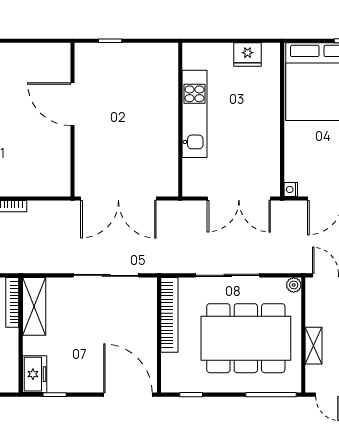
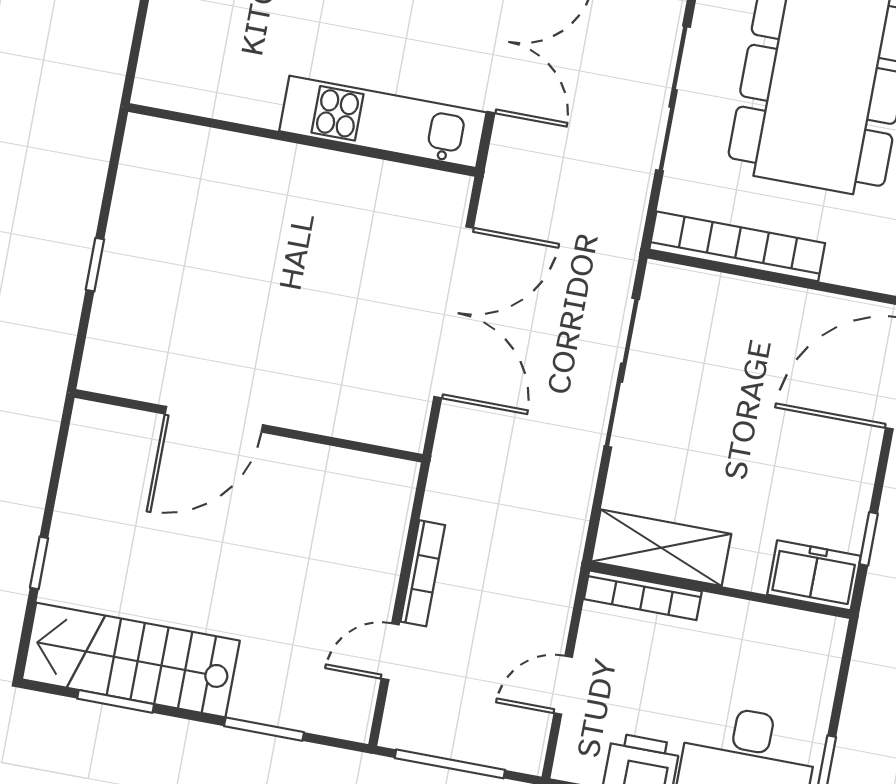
door: (73, 104) -> (214, 419), moved
kitchen unit: (194, 114) -> (383, 122), moved
wall: (73, 120) -> (249, 426), moved

